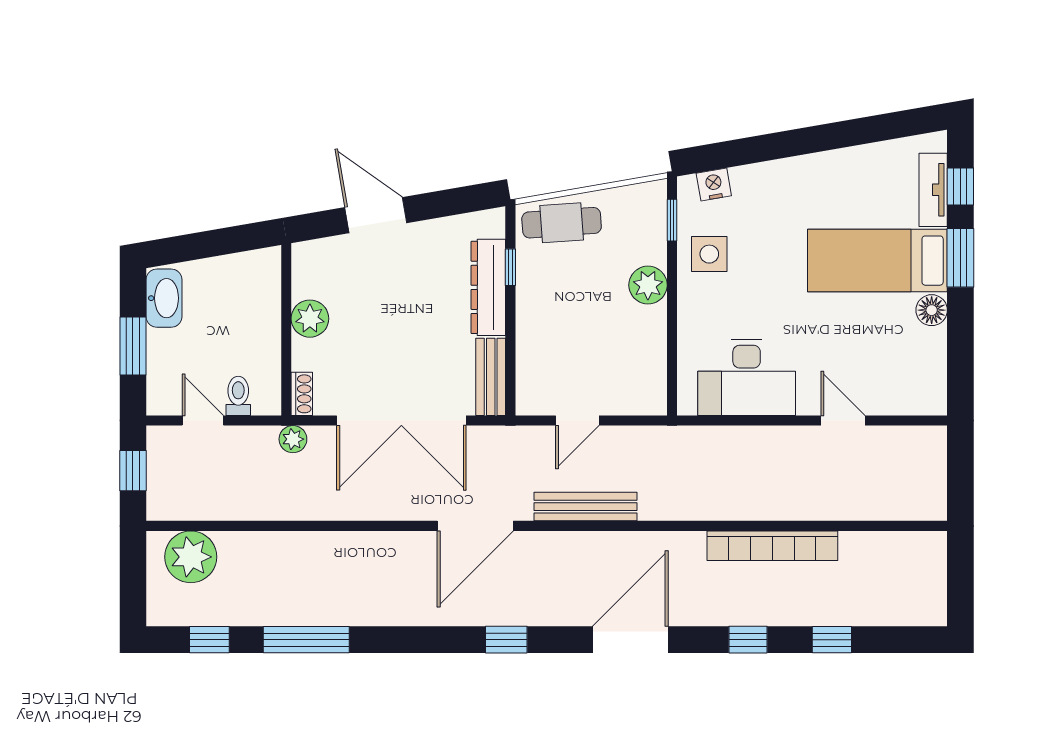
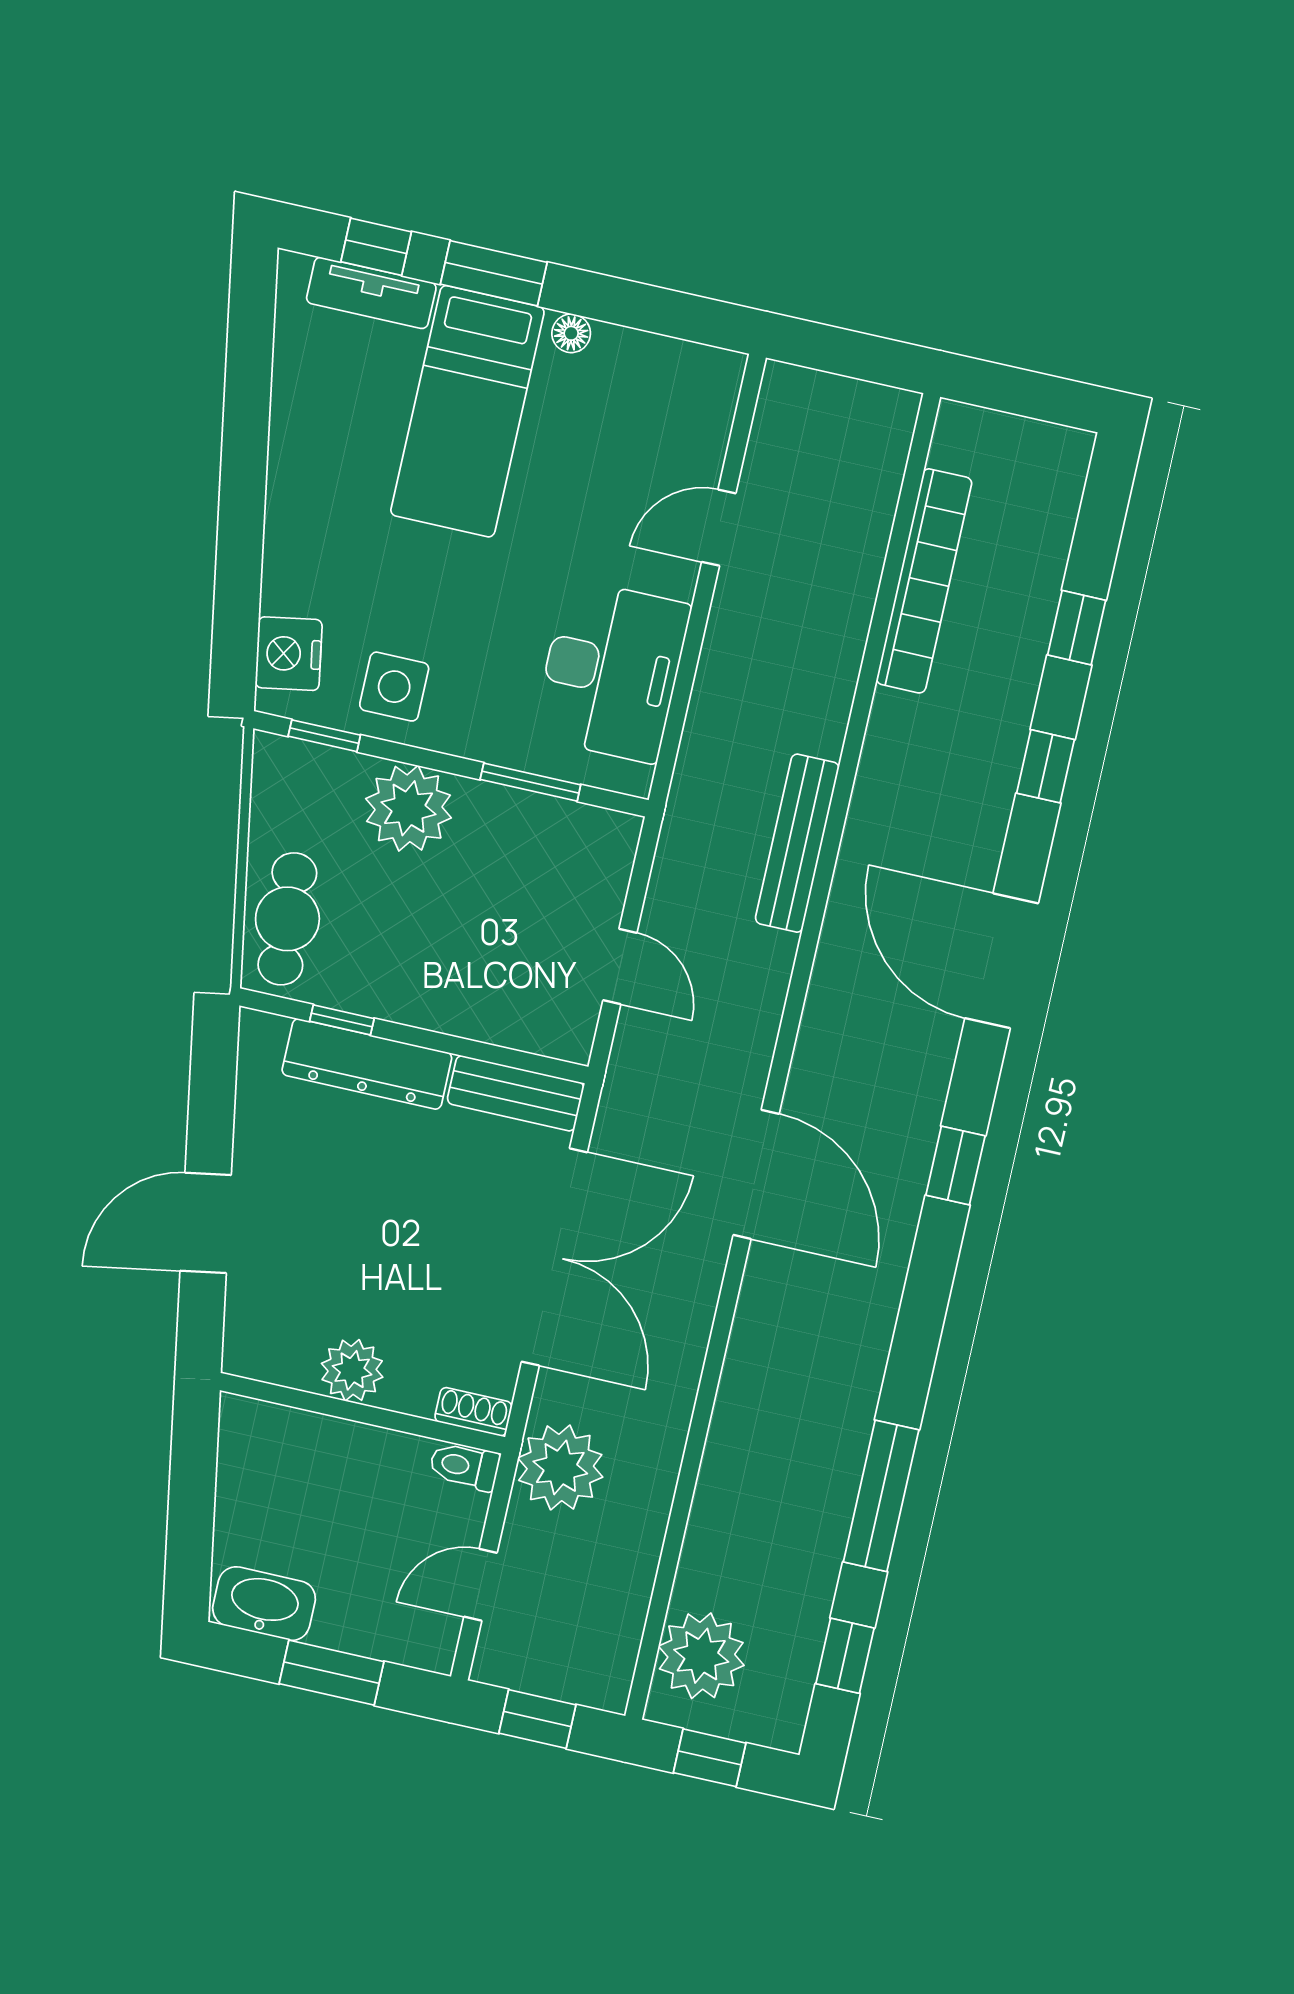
nightstand: (714, 184) -> (289, 654), width x1.36, depth x1.33
plant: (648, 285) -> (409, 808), width x1.36, depth x1.36
floor lamp: (932, 310) -> (571, 333), width x0.73, depth x0.73
window: (672, 345) -> (530, 782), added
toilet: (238, 396) -> (465, 1466), moved
plant: (293, 439) -> (560, 1467), width x1.88, depth x1.88
bench: (586, 507) -> (797, 843), moved
bookcase: (772, 546) -> (924, 581), moved
window: (133, 575) -> (710, 1758), added

